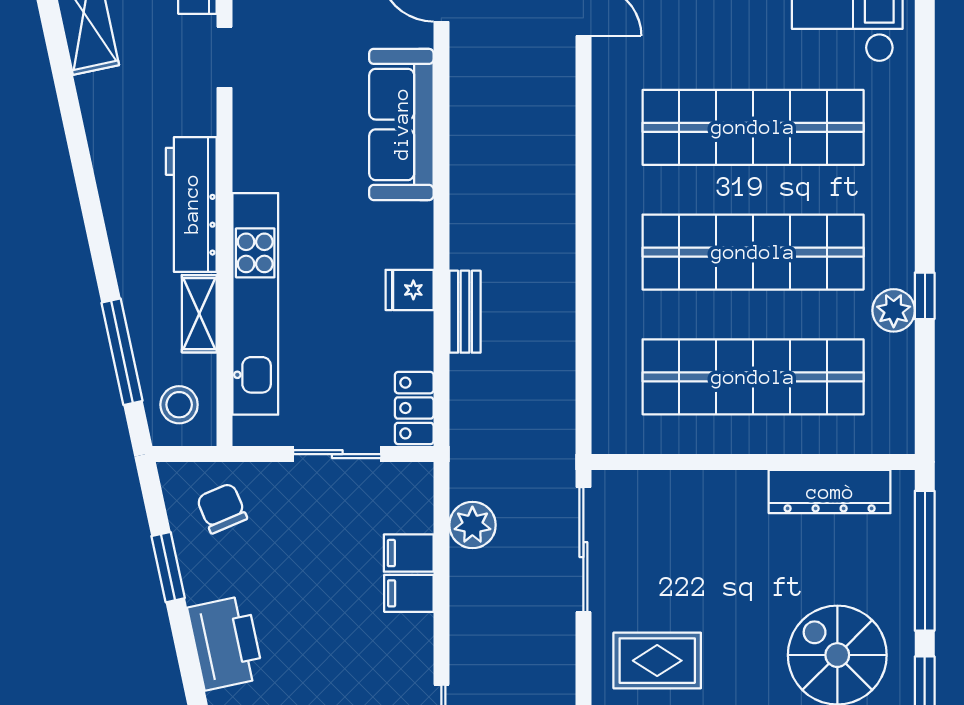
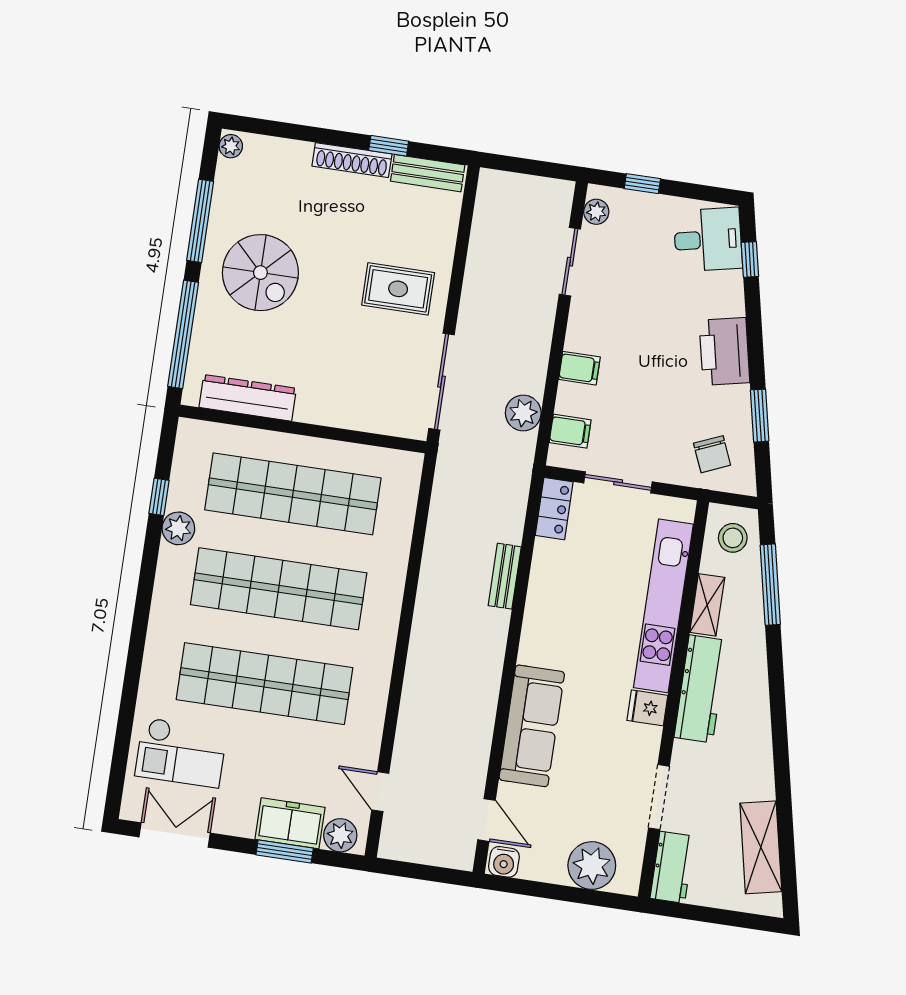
doorway: (224, 57) -> (659, 797), width x1.38
fridge: (410, 290) -> (647, 708), moved, turned 180
window: (925, 296) -> (159, 497), moved
filing cabinet: (409, 553) -> (570, 431), moved

